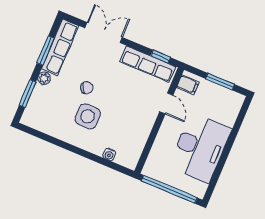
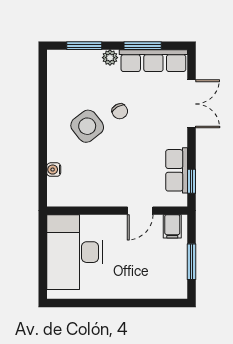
row of seats: (148, 64) -> (177, 170), width x0.68
side table: (88, 116) -> (87, 126), turned -38
desk: (200, 148) -> (75, 252), moved, turned 90
window: (169, 189) -> (43, 256), removed

